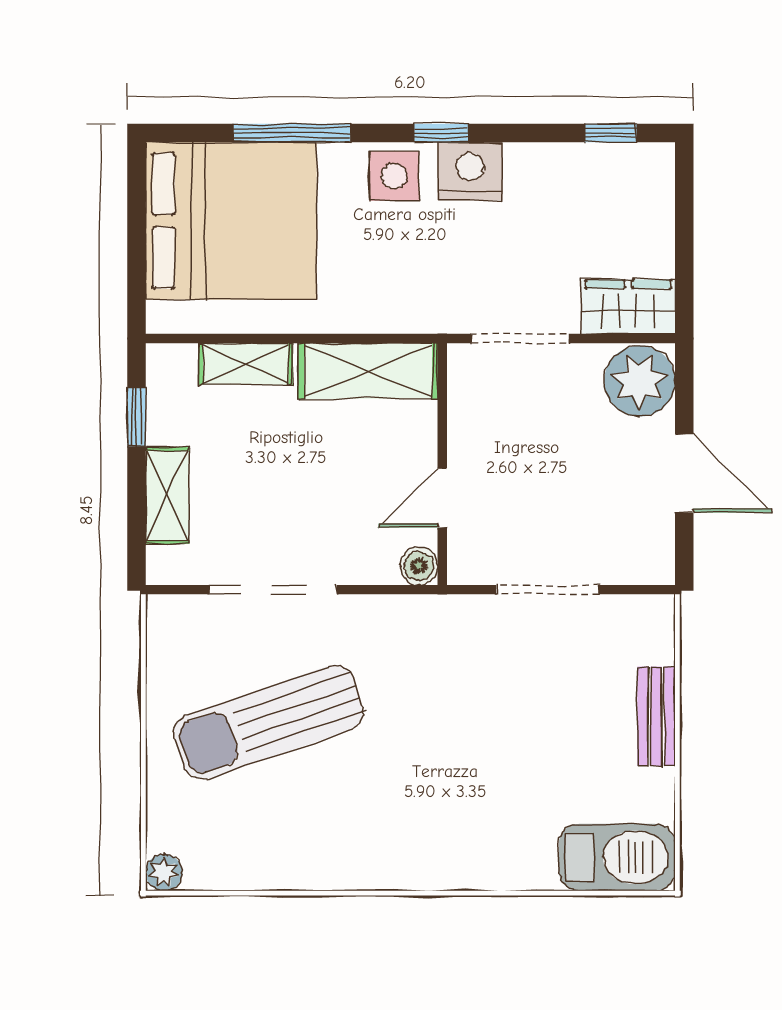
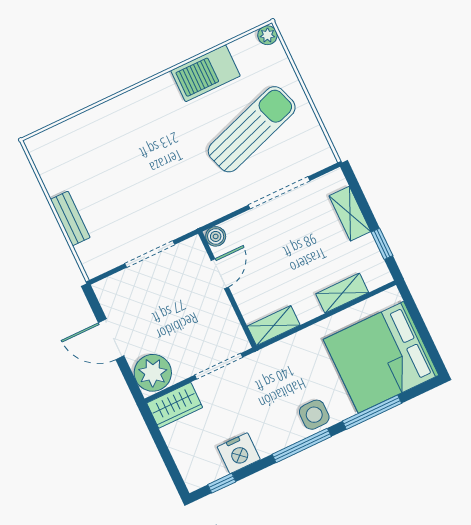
window: (441, 133) -> (302, 445), width x2.17
nightstand: (470, 171) -> (239, 453), moved
shelving: (368, 371) -> (274, 326), width x0.67, depth x0.75
barbecue: (617, 857) -> (206, 73), moved

